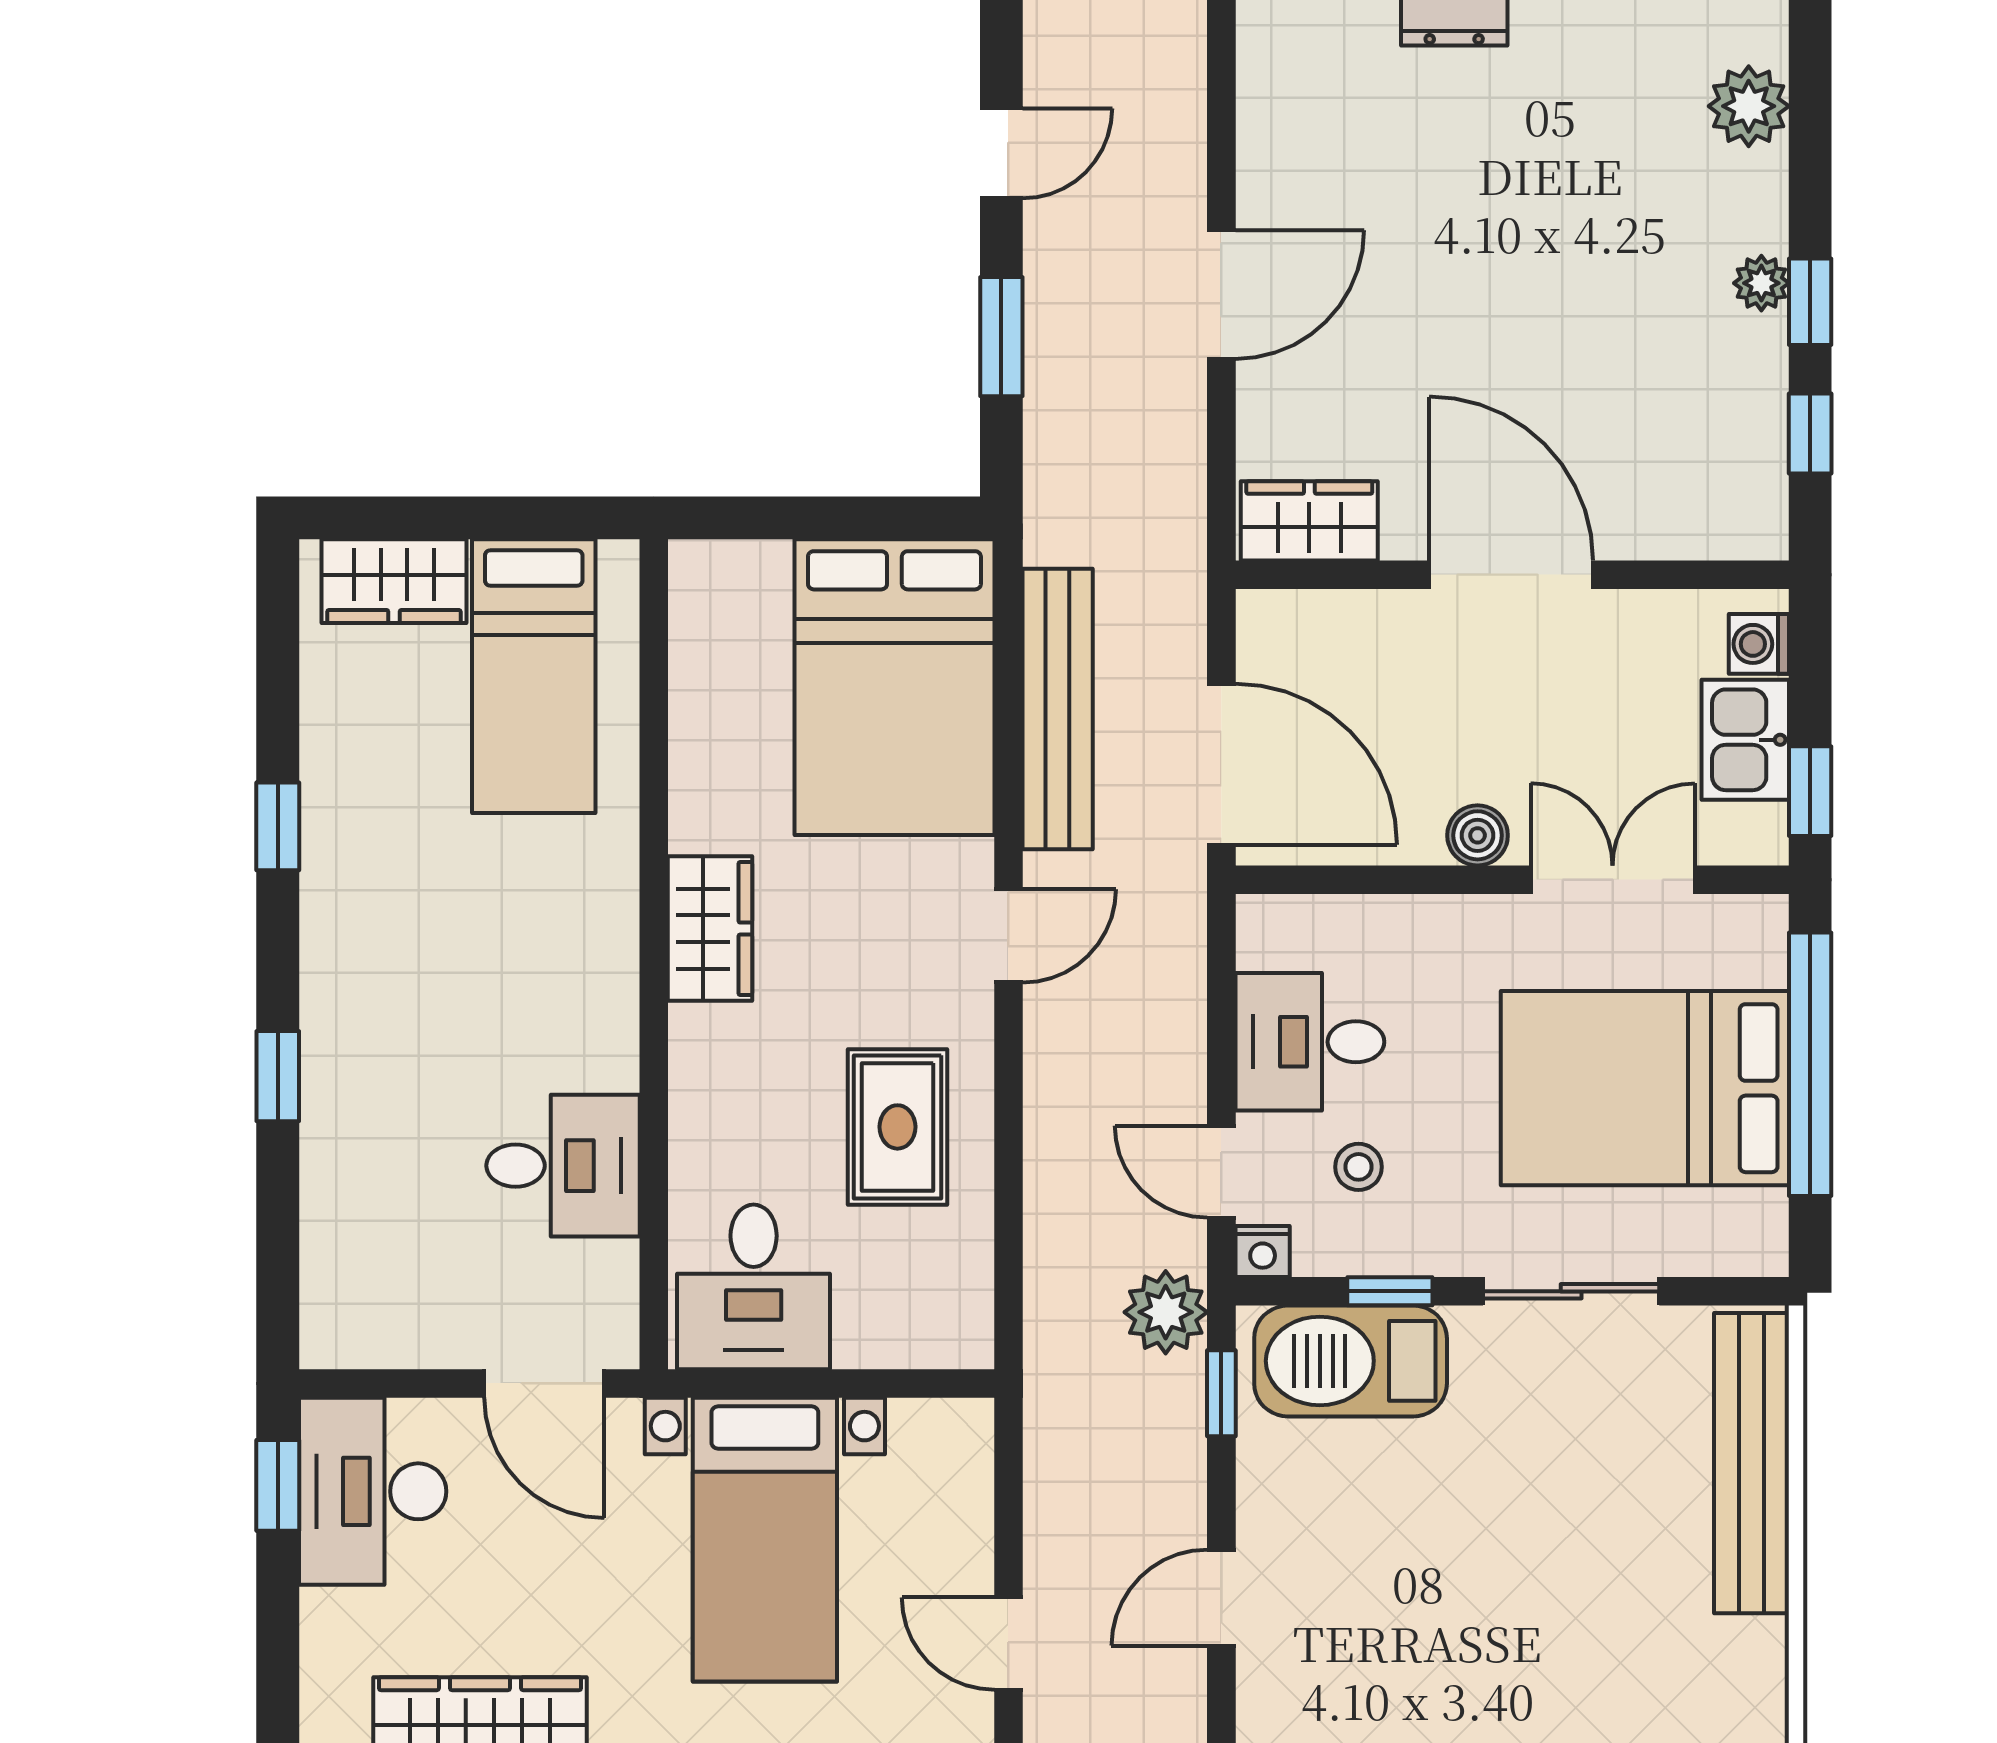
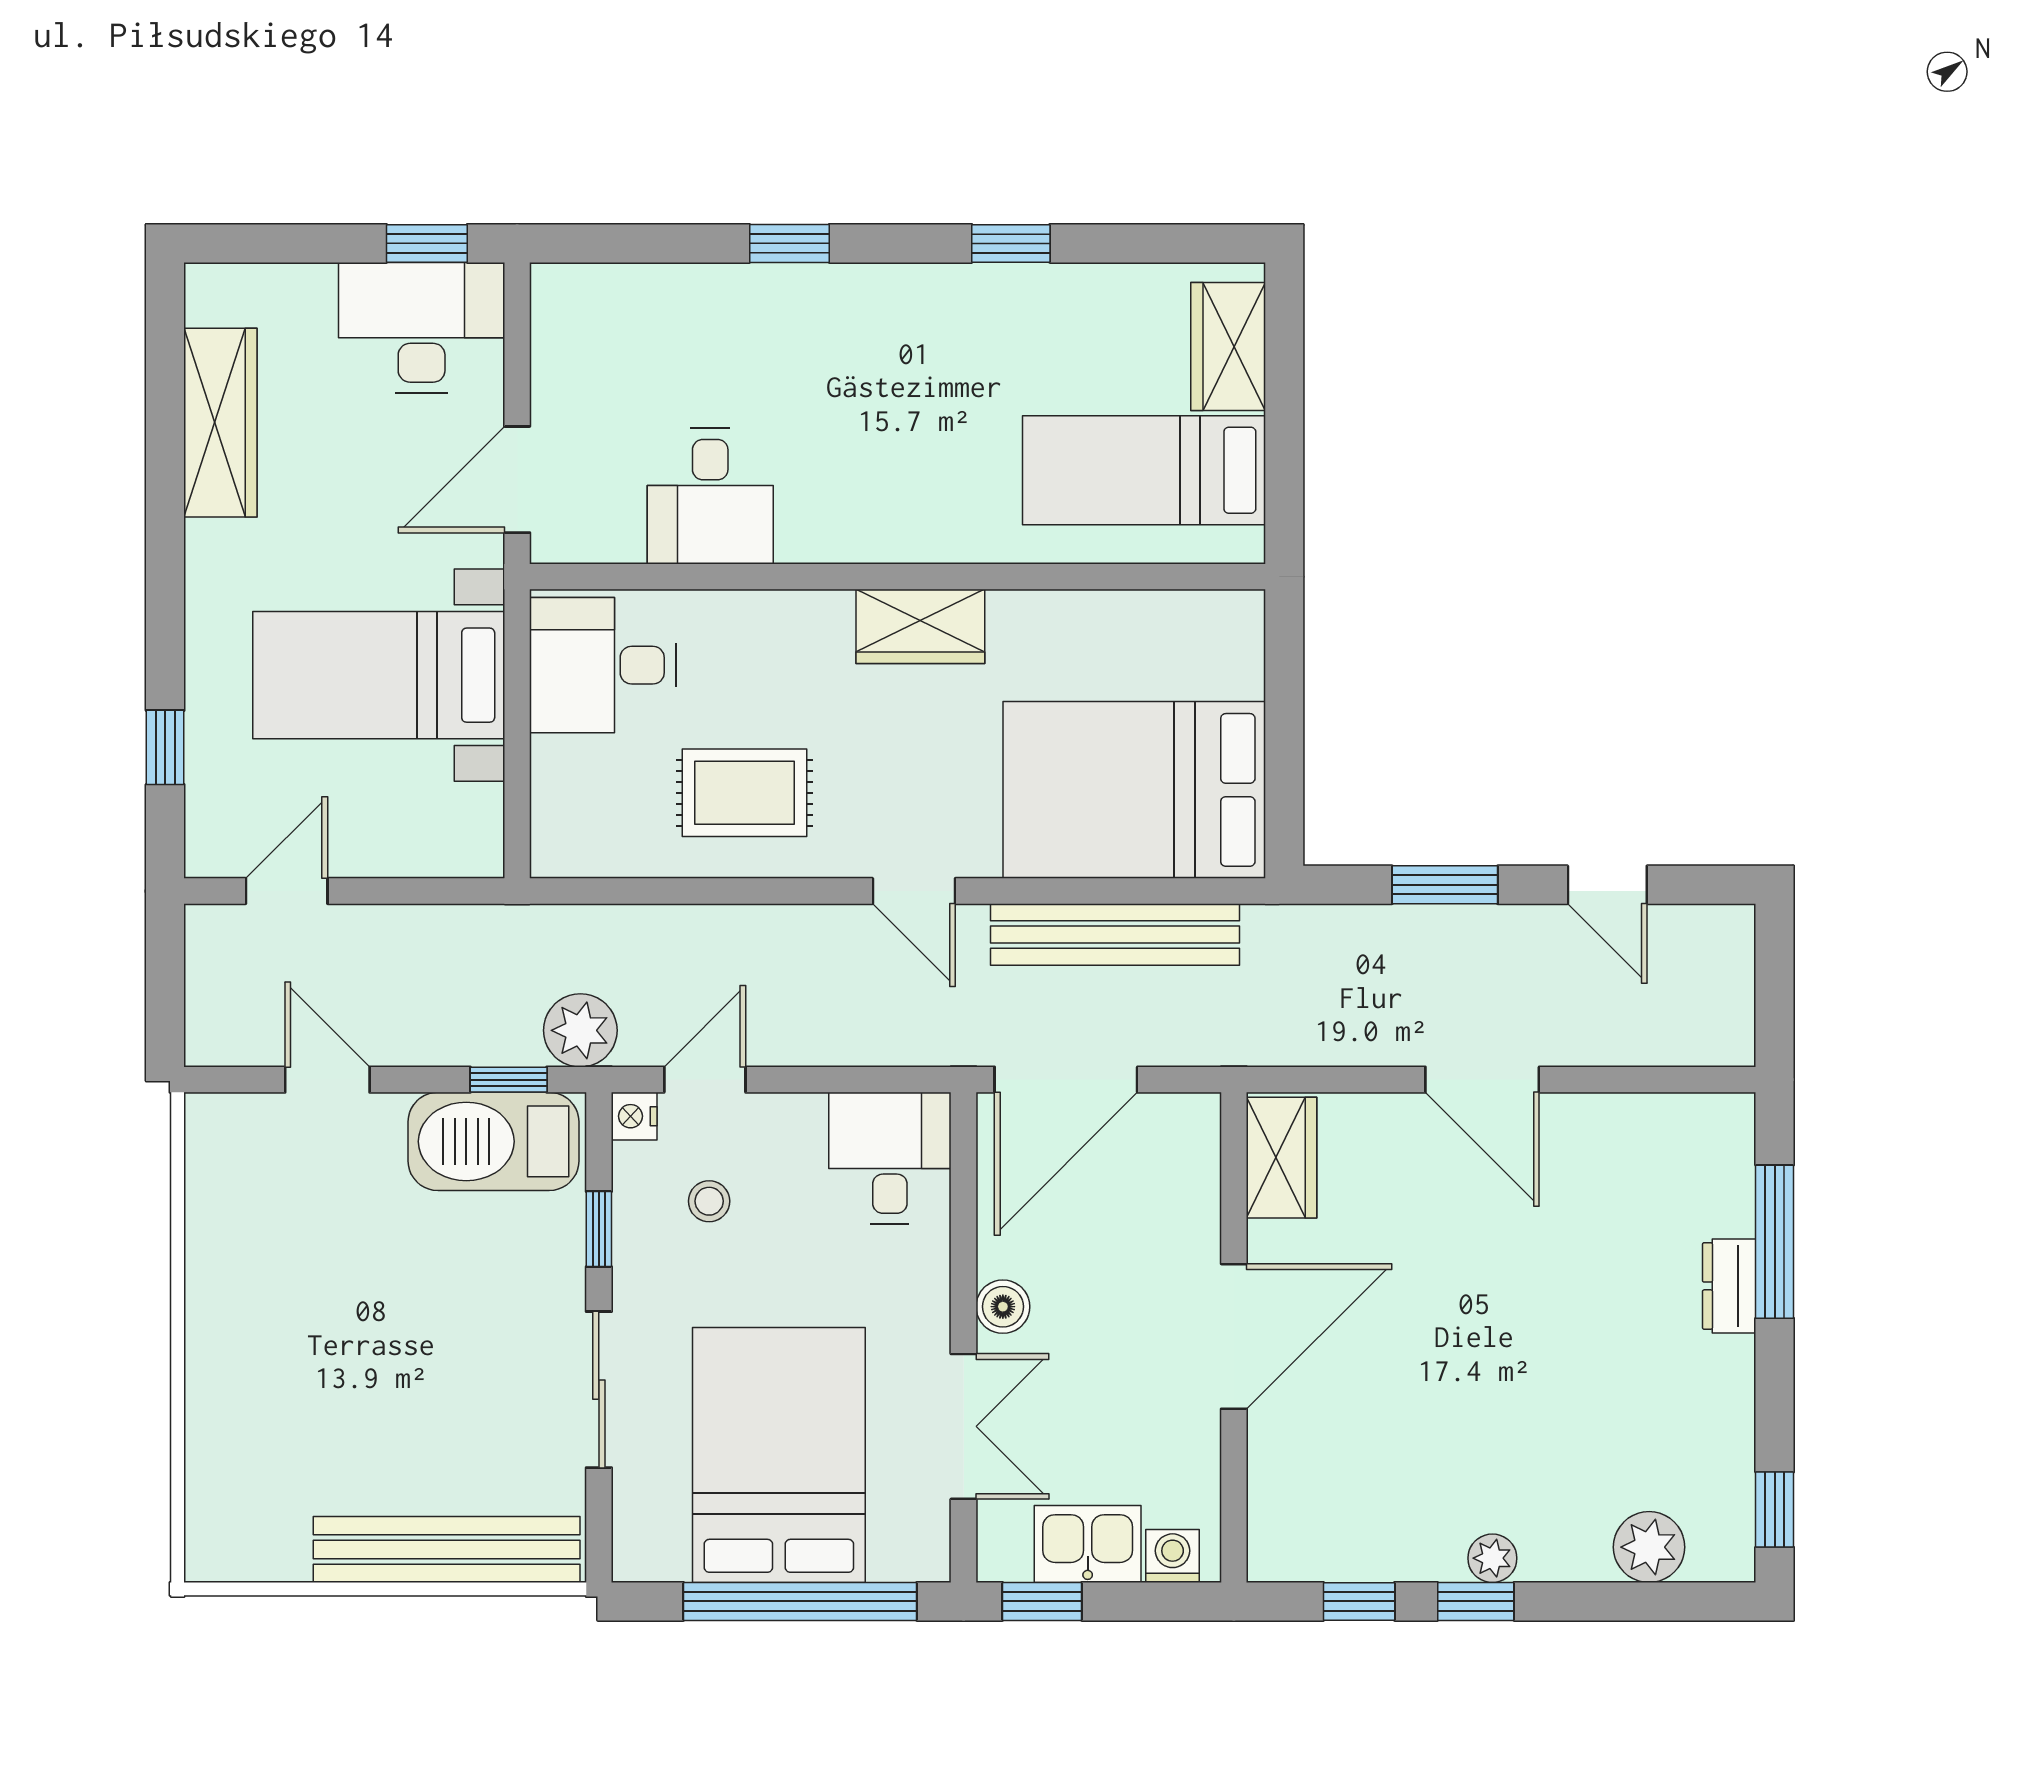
desk: (1310, 1042) -> (890, 1158), moved
barbecue: (1351, 1361) -> (494, 1141), moved, turned -90

